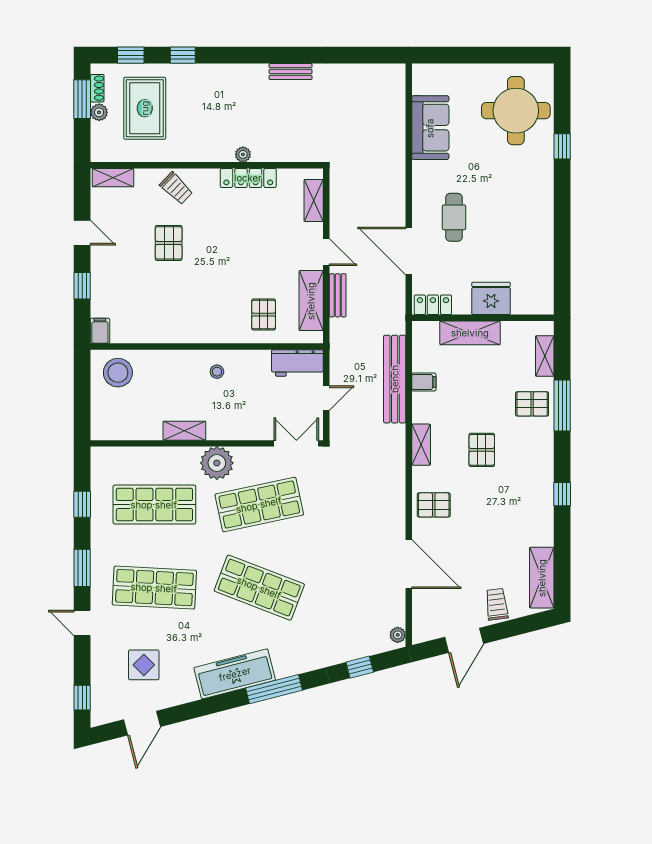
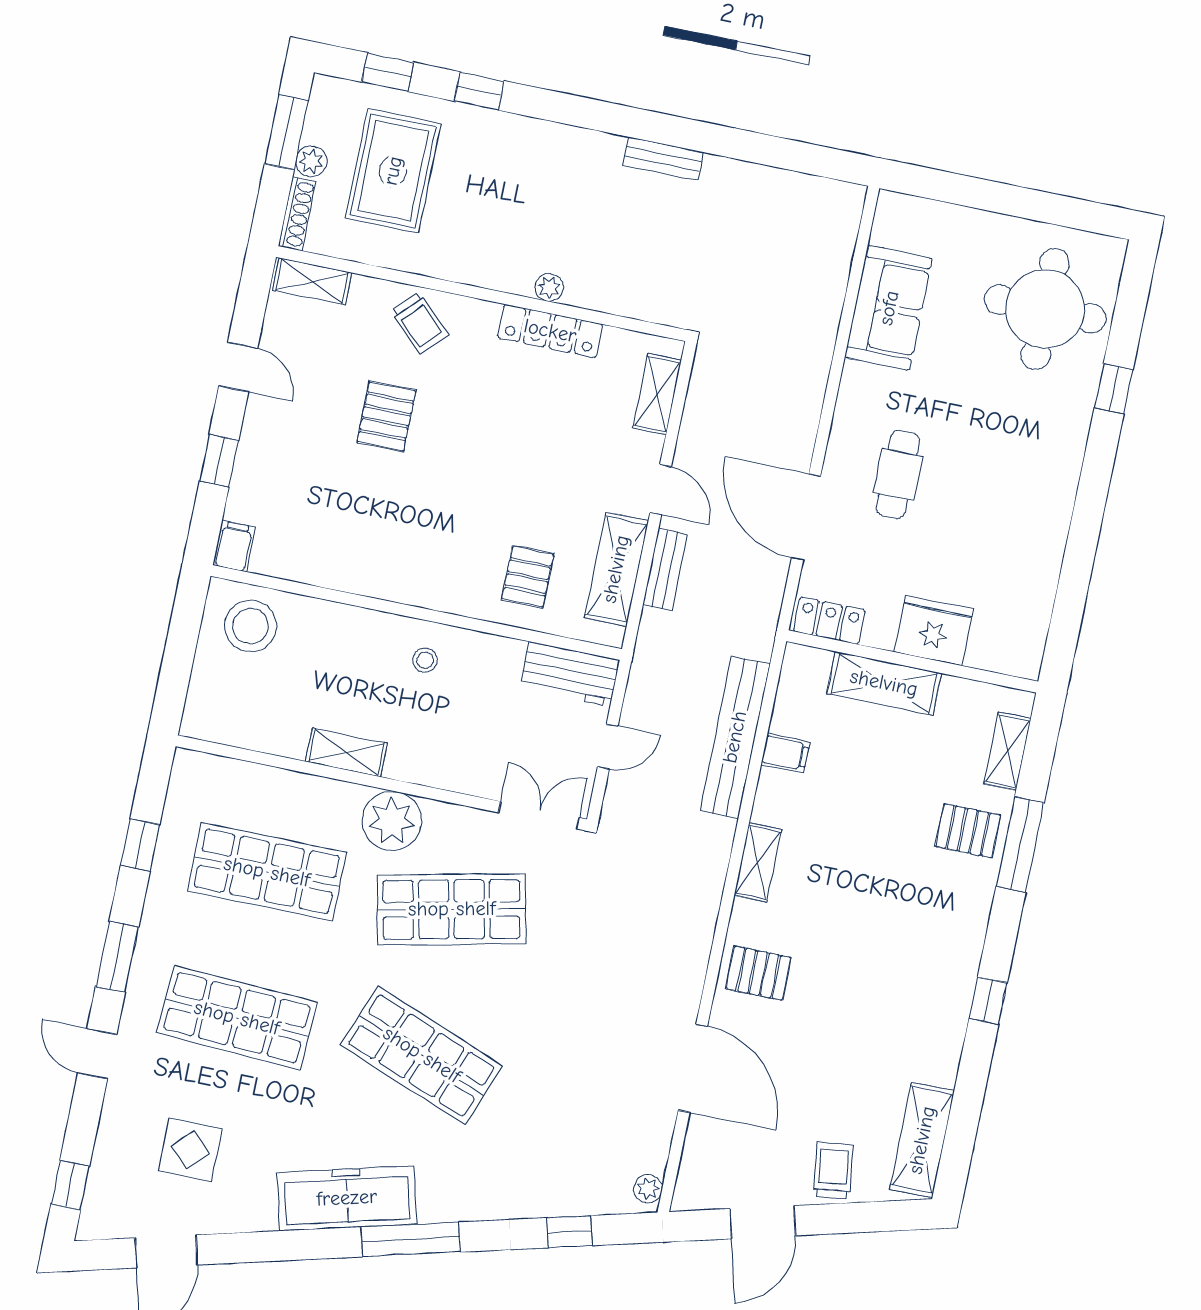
shoe rack: (97, 88) -> (297, 214), moved, width x1.43
pallet: (482, 450) -> (863, 894), removed

